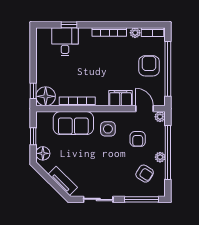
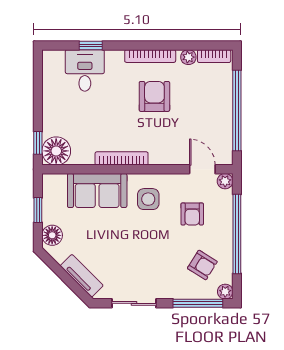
armchair: (149, 66) -> (154, 96), moved
filing cabinet: (121, 98) -> (167, 154), removed
bookcase: (77, 101) -> (122, 158), moved
plant: (160, 157) -> (225, 292), moved

